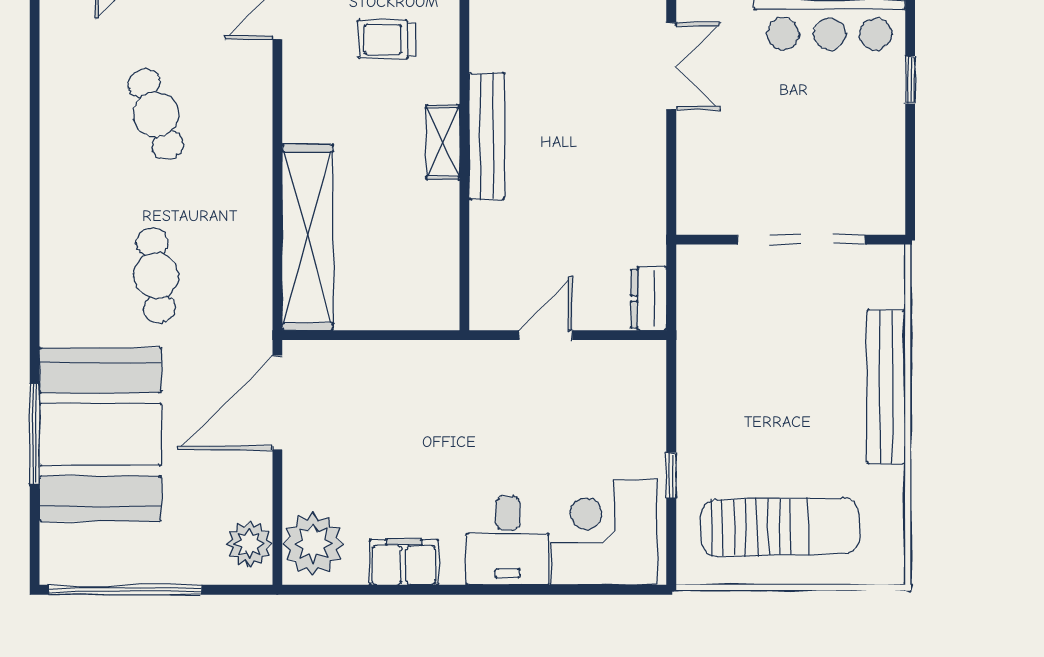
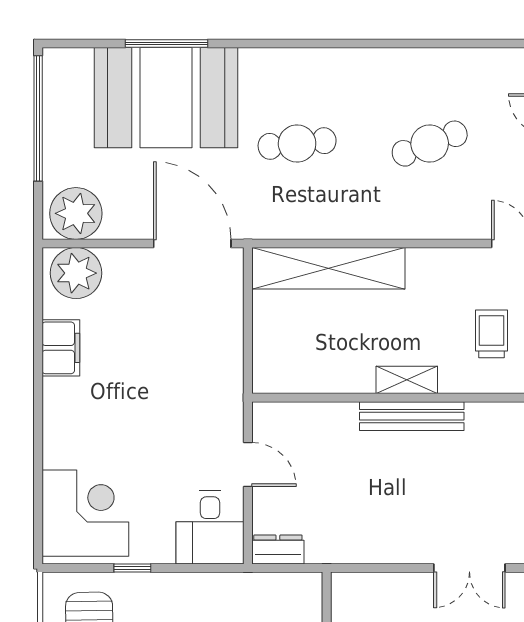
desk: (508, 541) -> (210, 527), moved, turned -90
plant: (249, 544) -> (76, 213), width x1.36, depth x1.36

